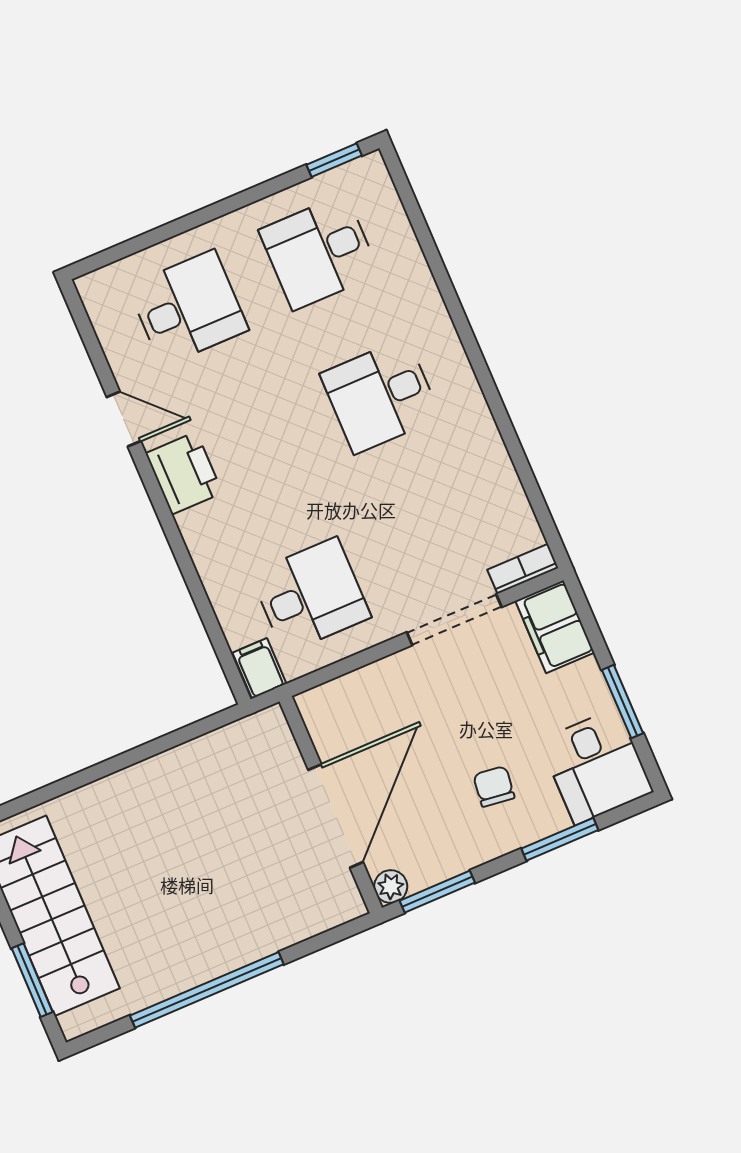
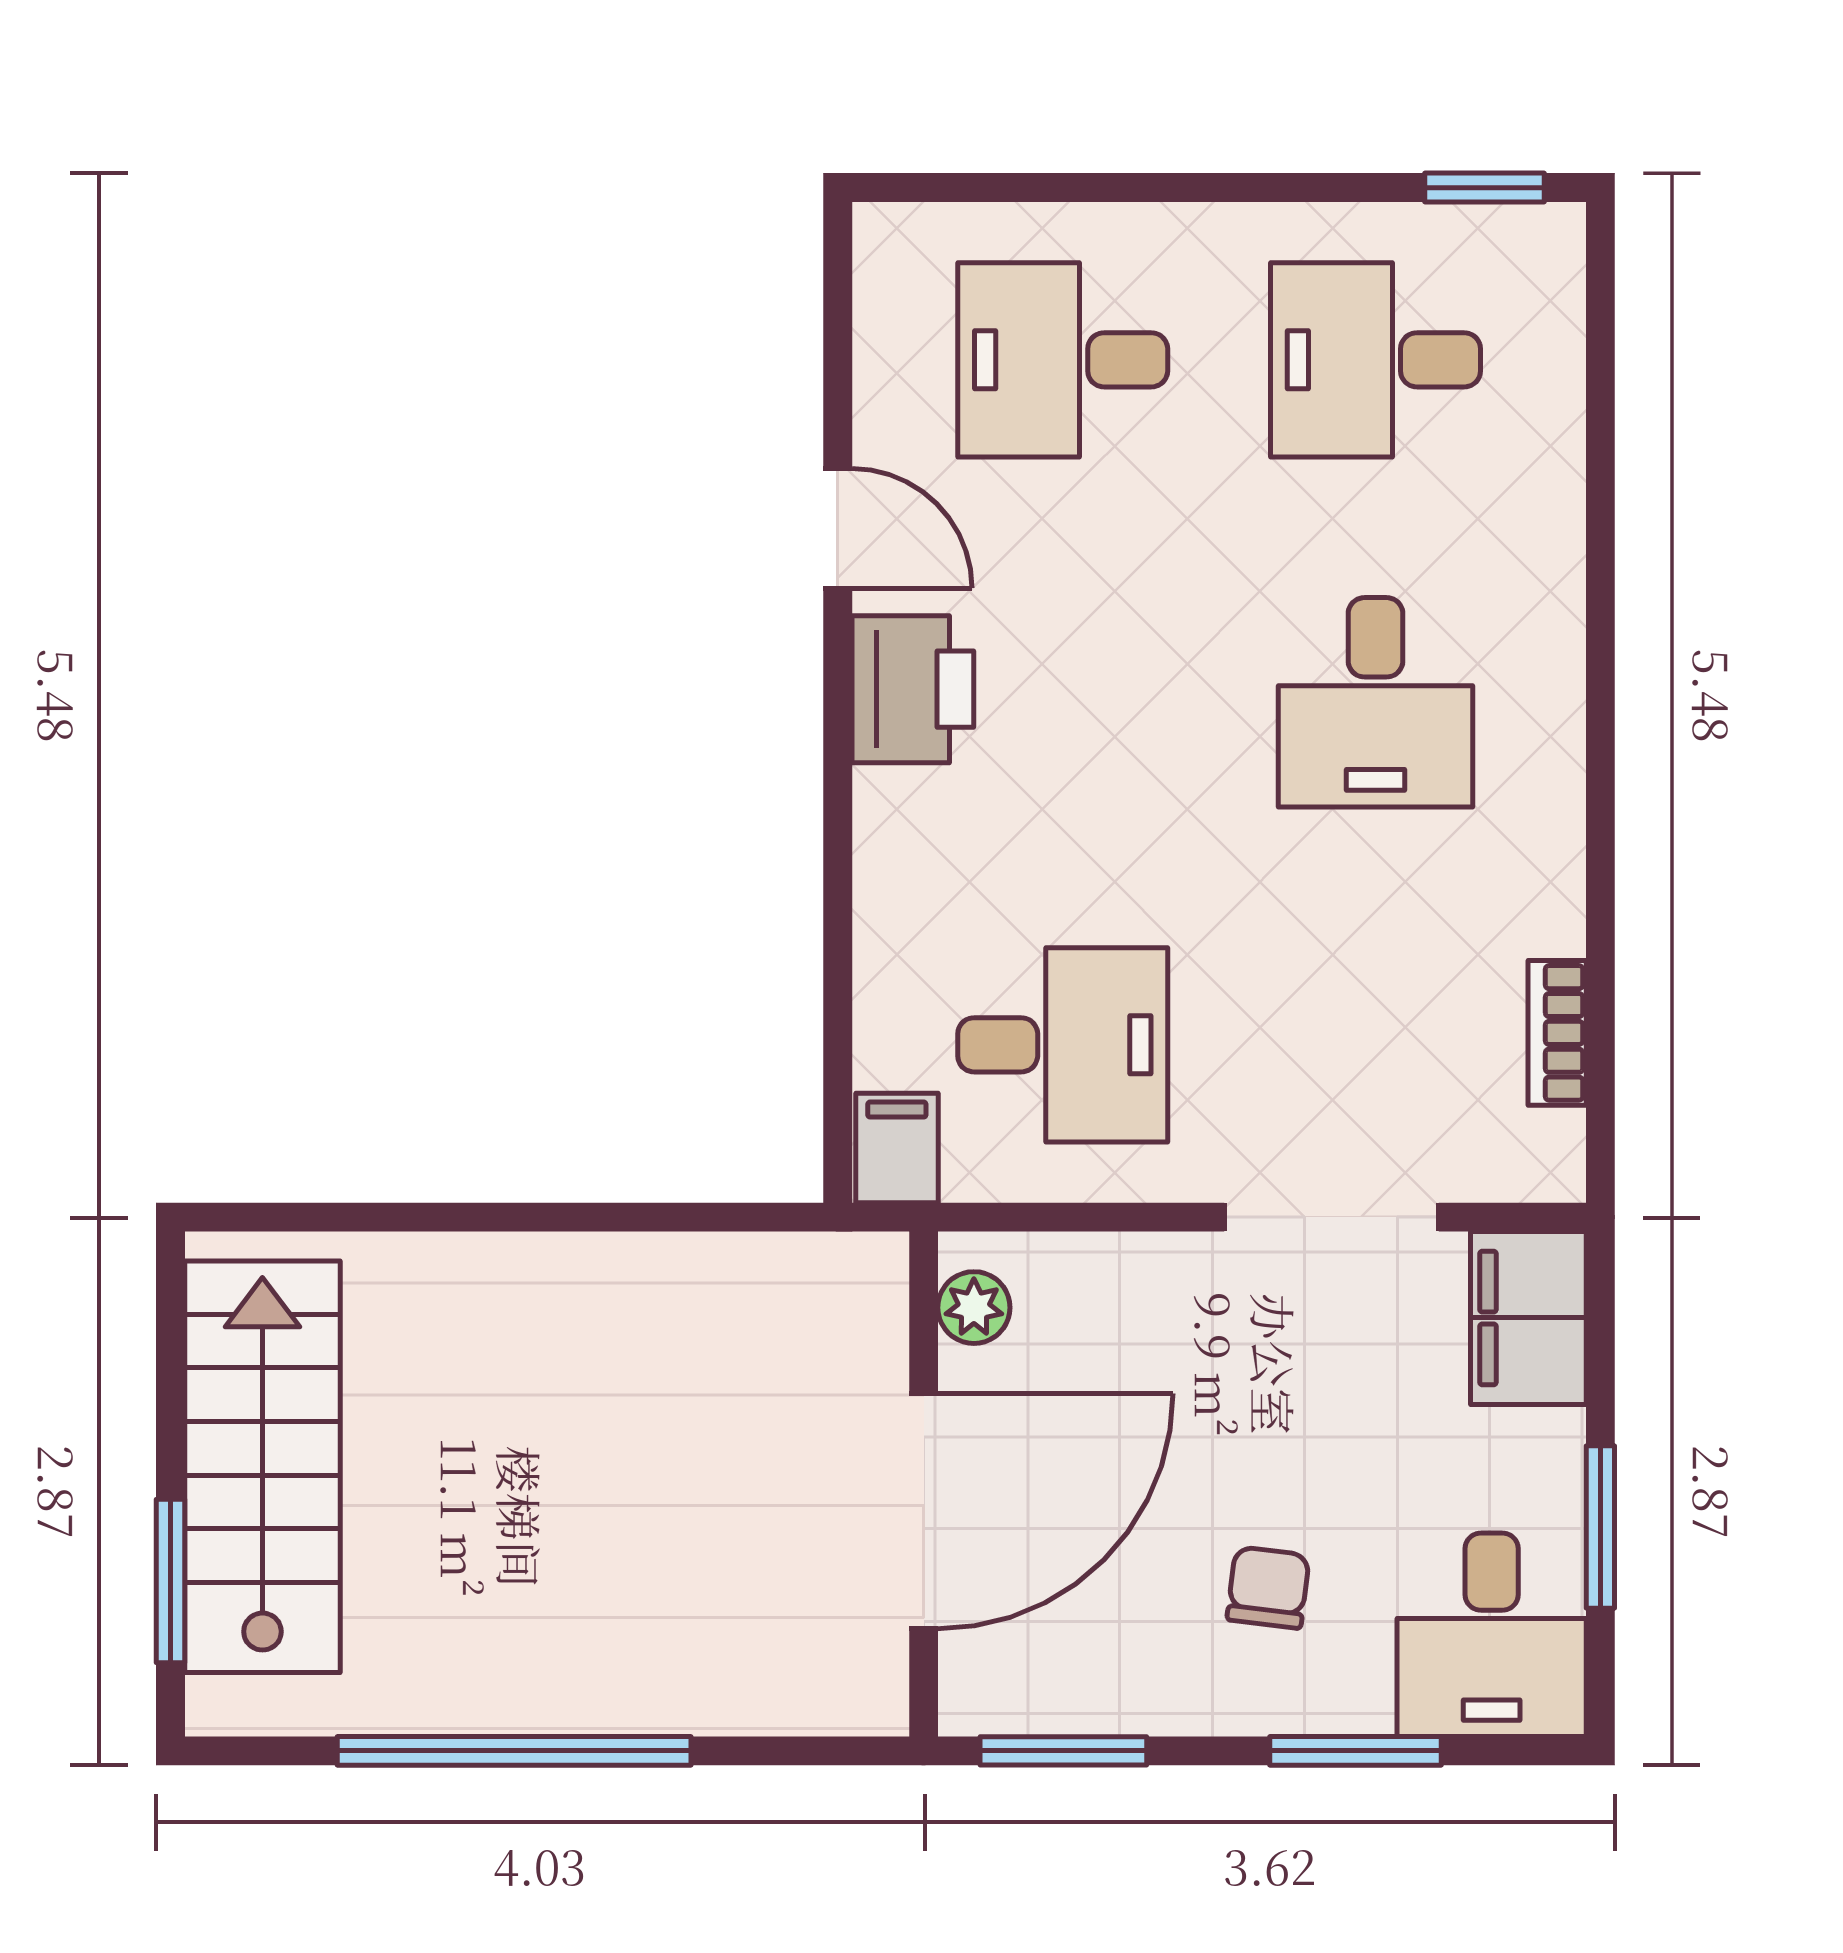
desk: (188, 308) -> (1063, 360), turned 180
desk: (381, 396) -> (1376, 702), turned -90
bookcase: (523, 569) -> (1557, 1033), moved, turned -90
plant: (391, 887) -> (974, 1308), moved

